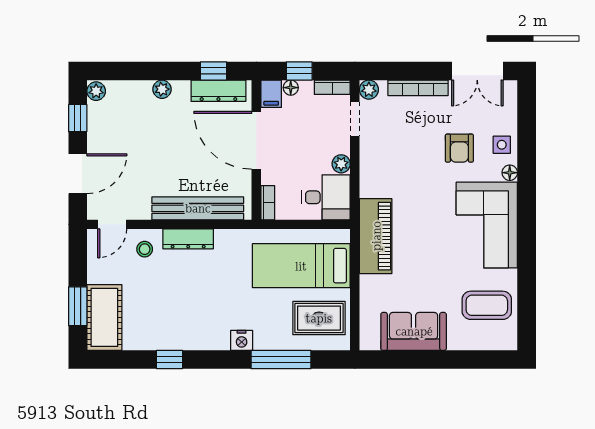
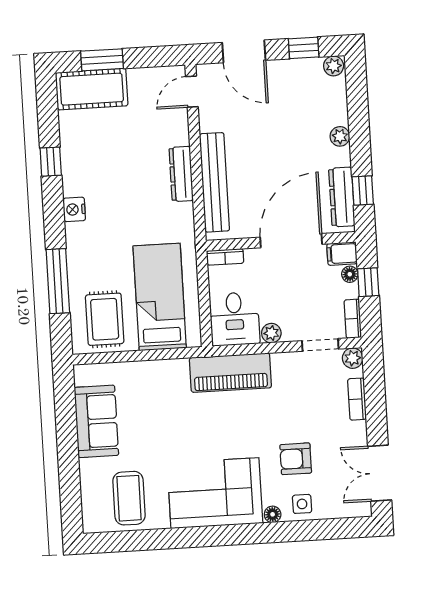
bookcase: (418, 88) -> (357, 399), width x0.64
door: (112, 224) -> (192, 92), hinge flipped
piano: (376, 236) -> (230, 373), moved
stool: (145, 249) -> (167, 128), removed
nightstand: (242, 340) -> (74, 209), moved

